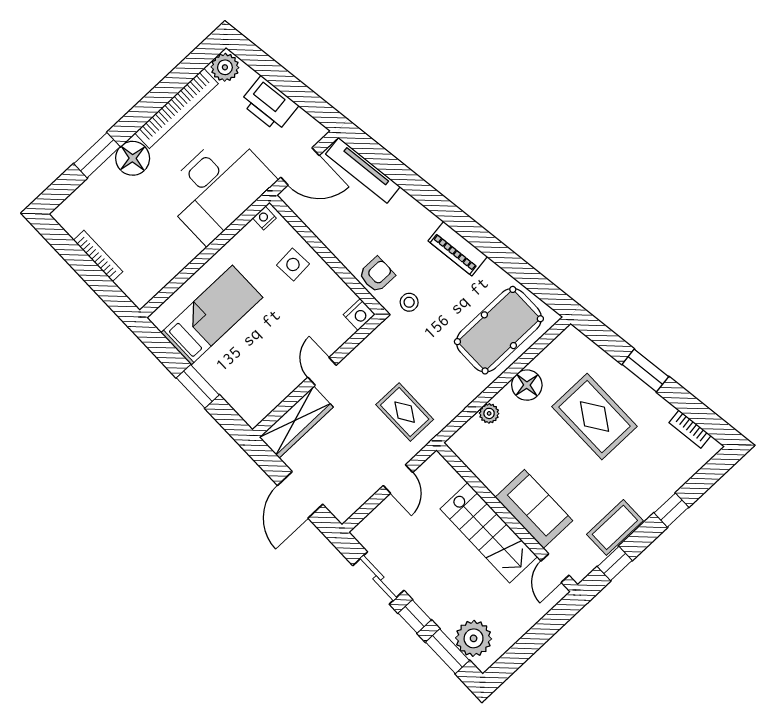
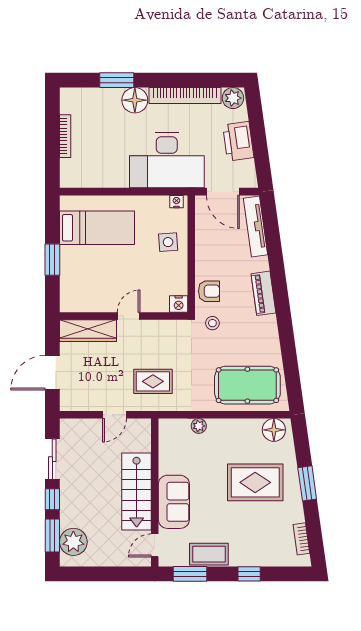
piano: (458, 249) -> (263, 293), moved
floor lamp: (527, 385) -> (274, 430), moved
rug: (405, 412) -> (153, 381), turned 90
rug: (594, 417) -> (255, 482), turned 90
window: (615, 564) -> (190, 574), width x1.50

